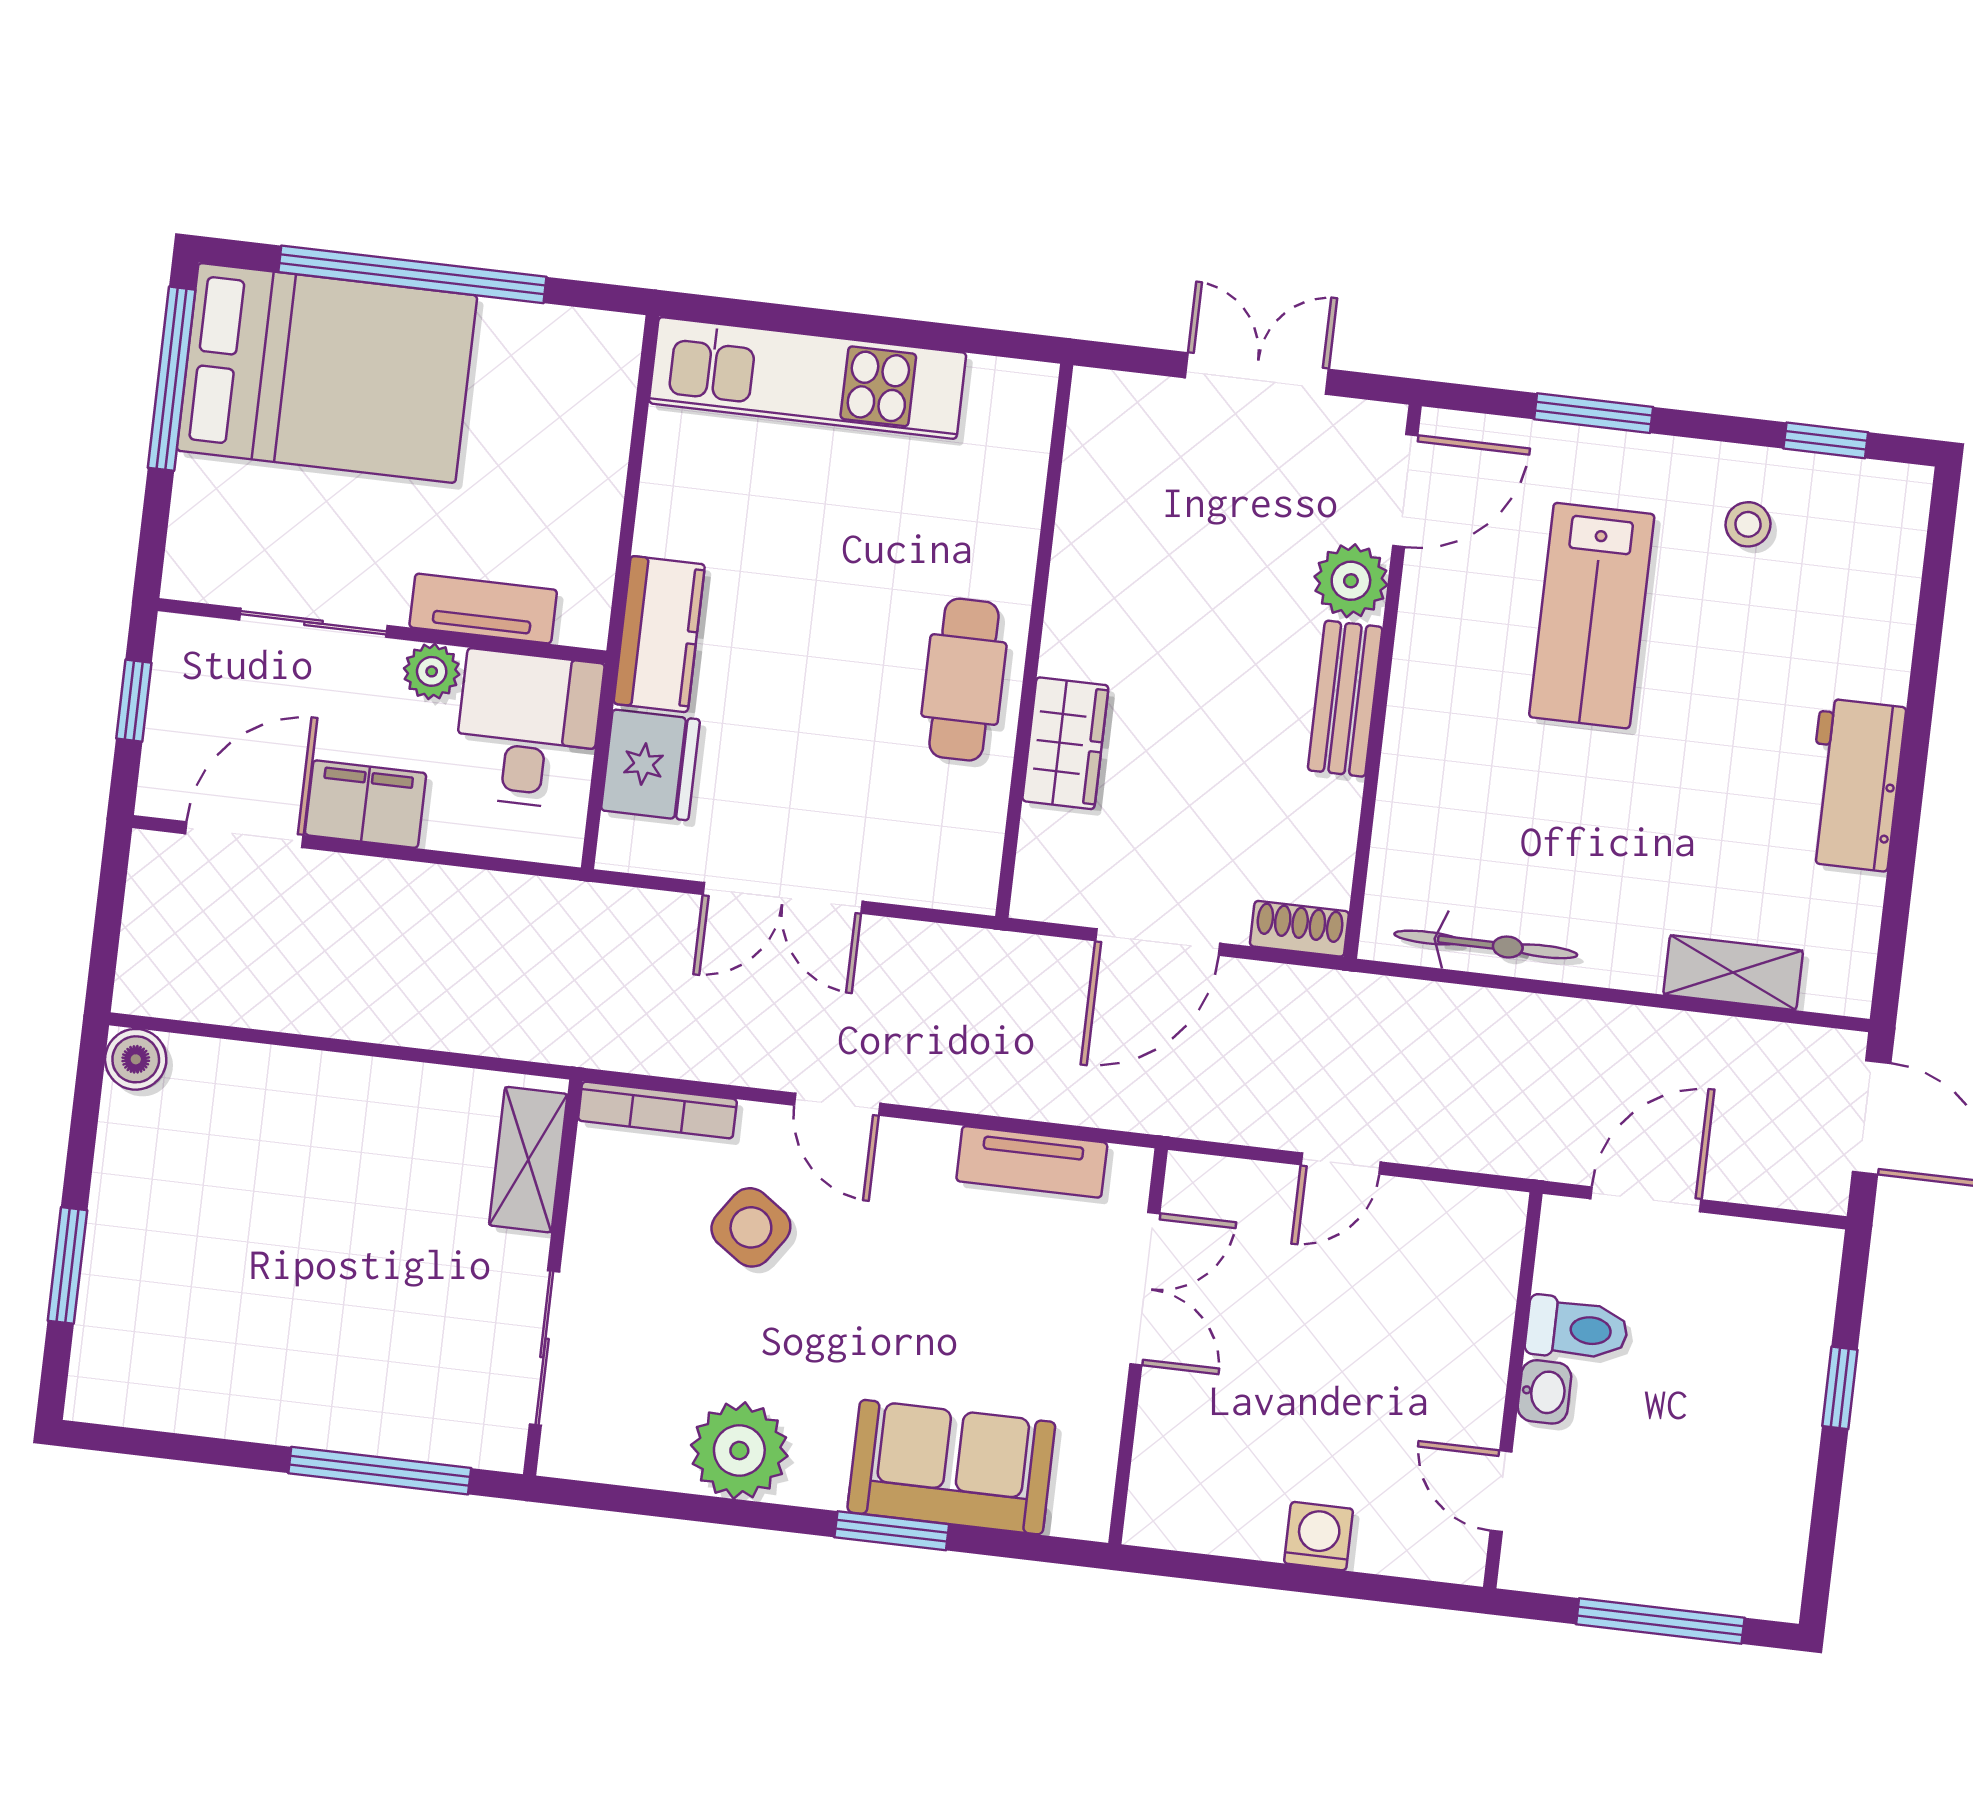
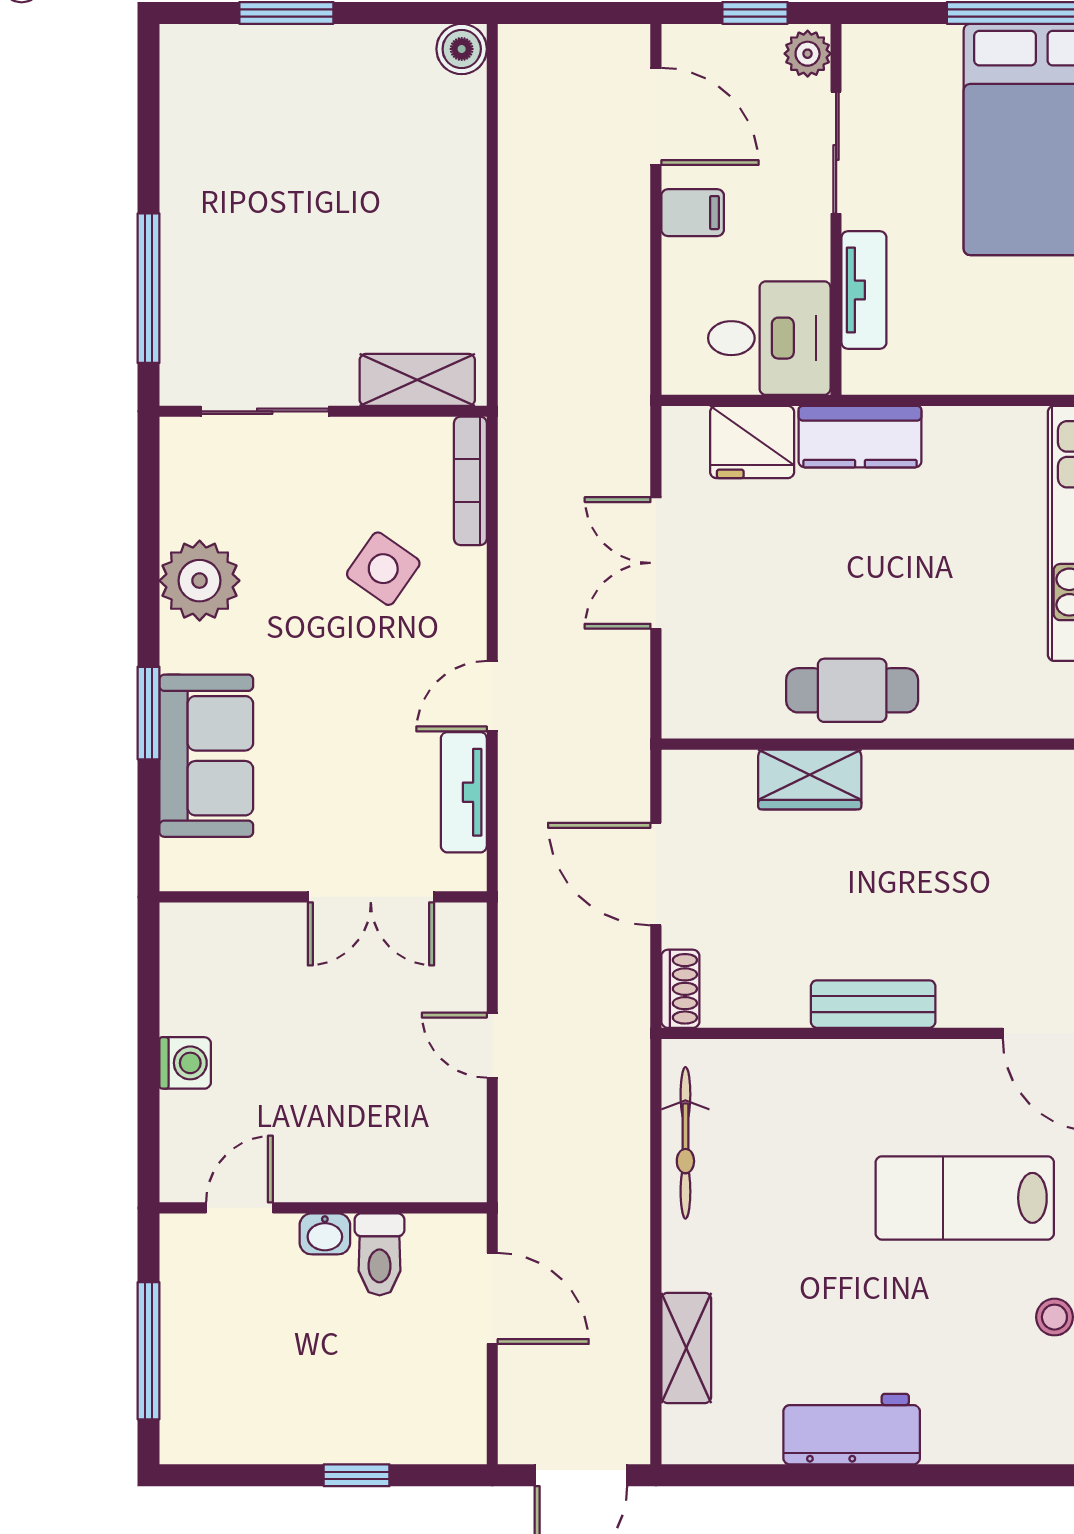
plant: (1351, 581) -> (970, 998), removed
plant: (432, 671) -> (808, 54), moved
filing cabinet: (366, 804) -> (693, 213), width x0.50
door: (837, 1104) -> (492, 696), moved

